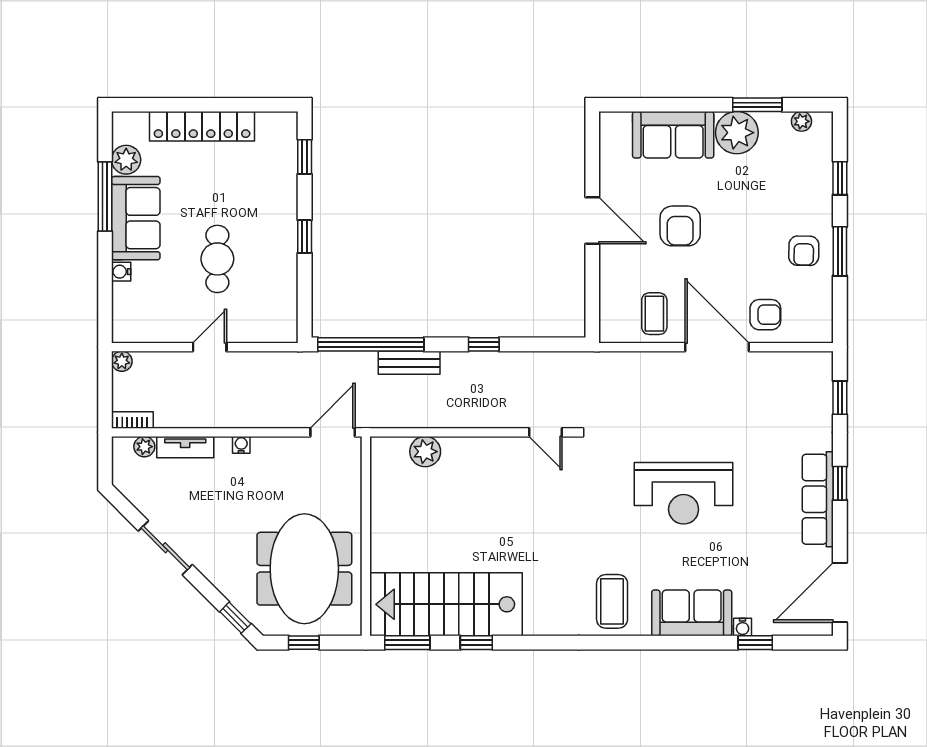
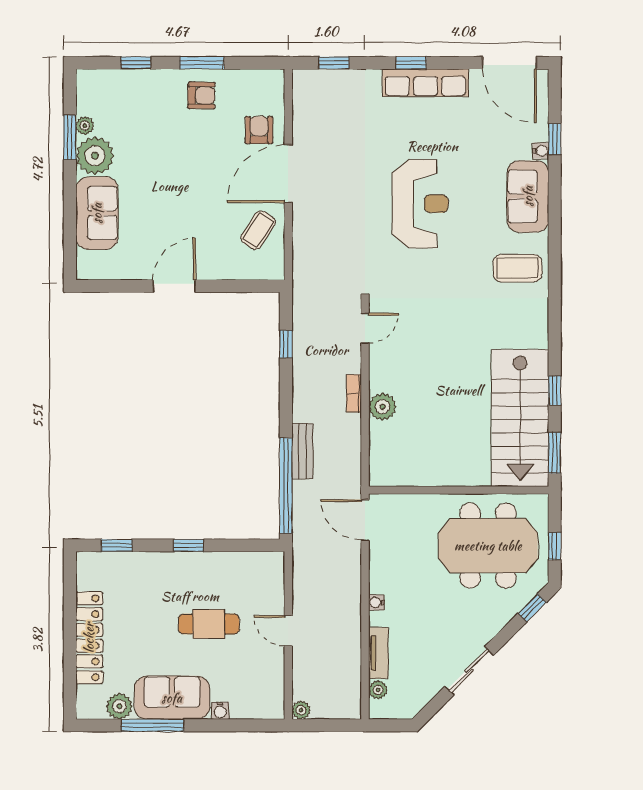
plant: (801, 121) -> (85, 126), moved
armchair: (680, 226) -> (179, 207), removed
coffee table: (654, 314) -> (258, 230), turned -56
window: (484, 344) -> (286, 344), moved
bookcase: (132, 420) -> (354, 393), moved
plant: (425, 452) -> (382, 407), moved

